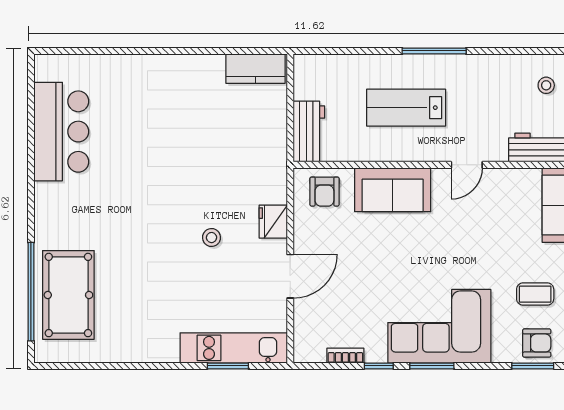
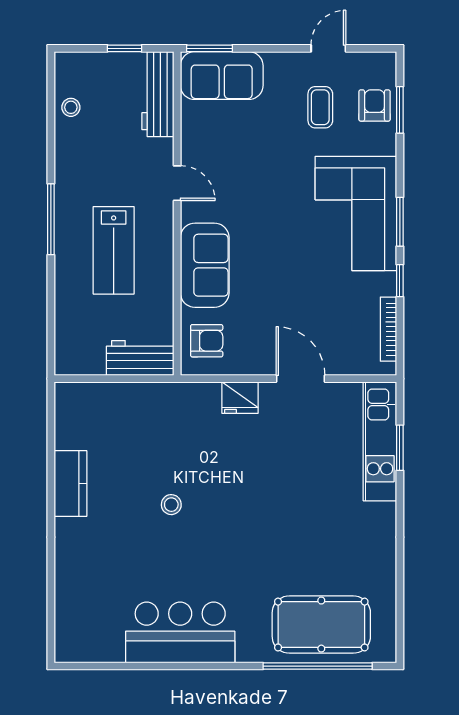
kitchen counter: (256, 69) -> (70, 484), moved
stool: (546, 85) -> (71, 107), moved
bar counter: (61, 132) -> (180, 632), moved
stool: (211, 238) -> (171, 505), moved
bookcase: (345, 356) -> (389, 329), width x1.56

